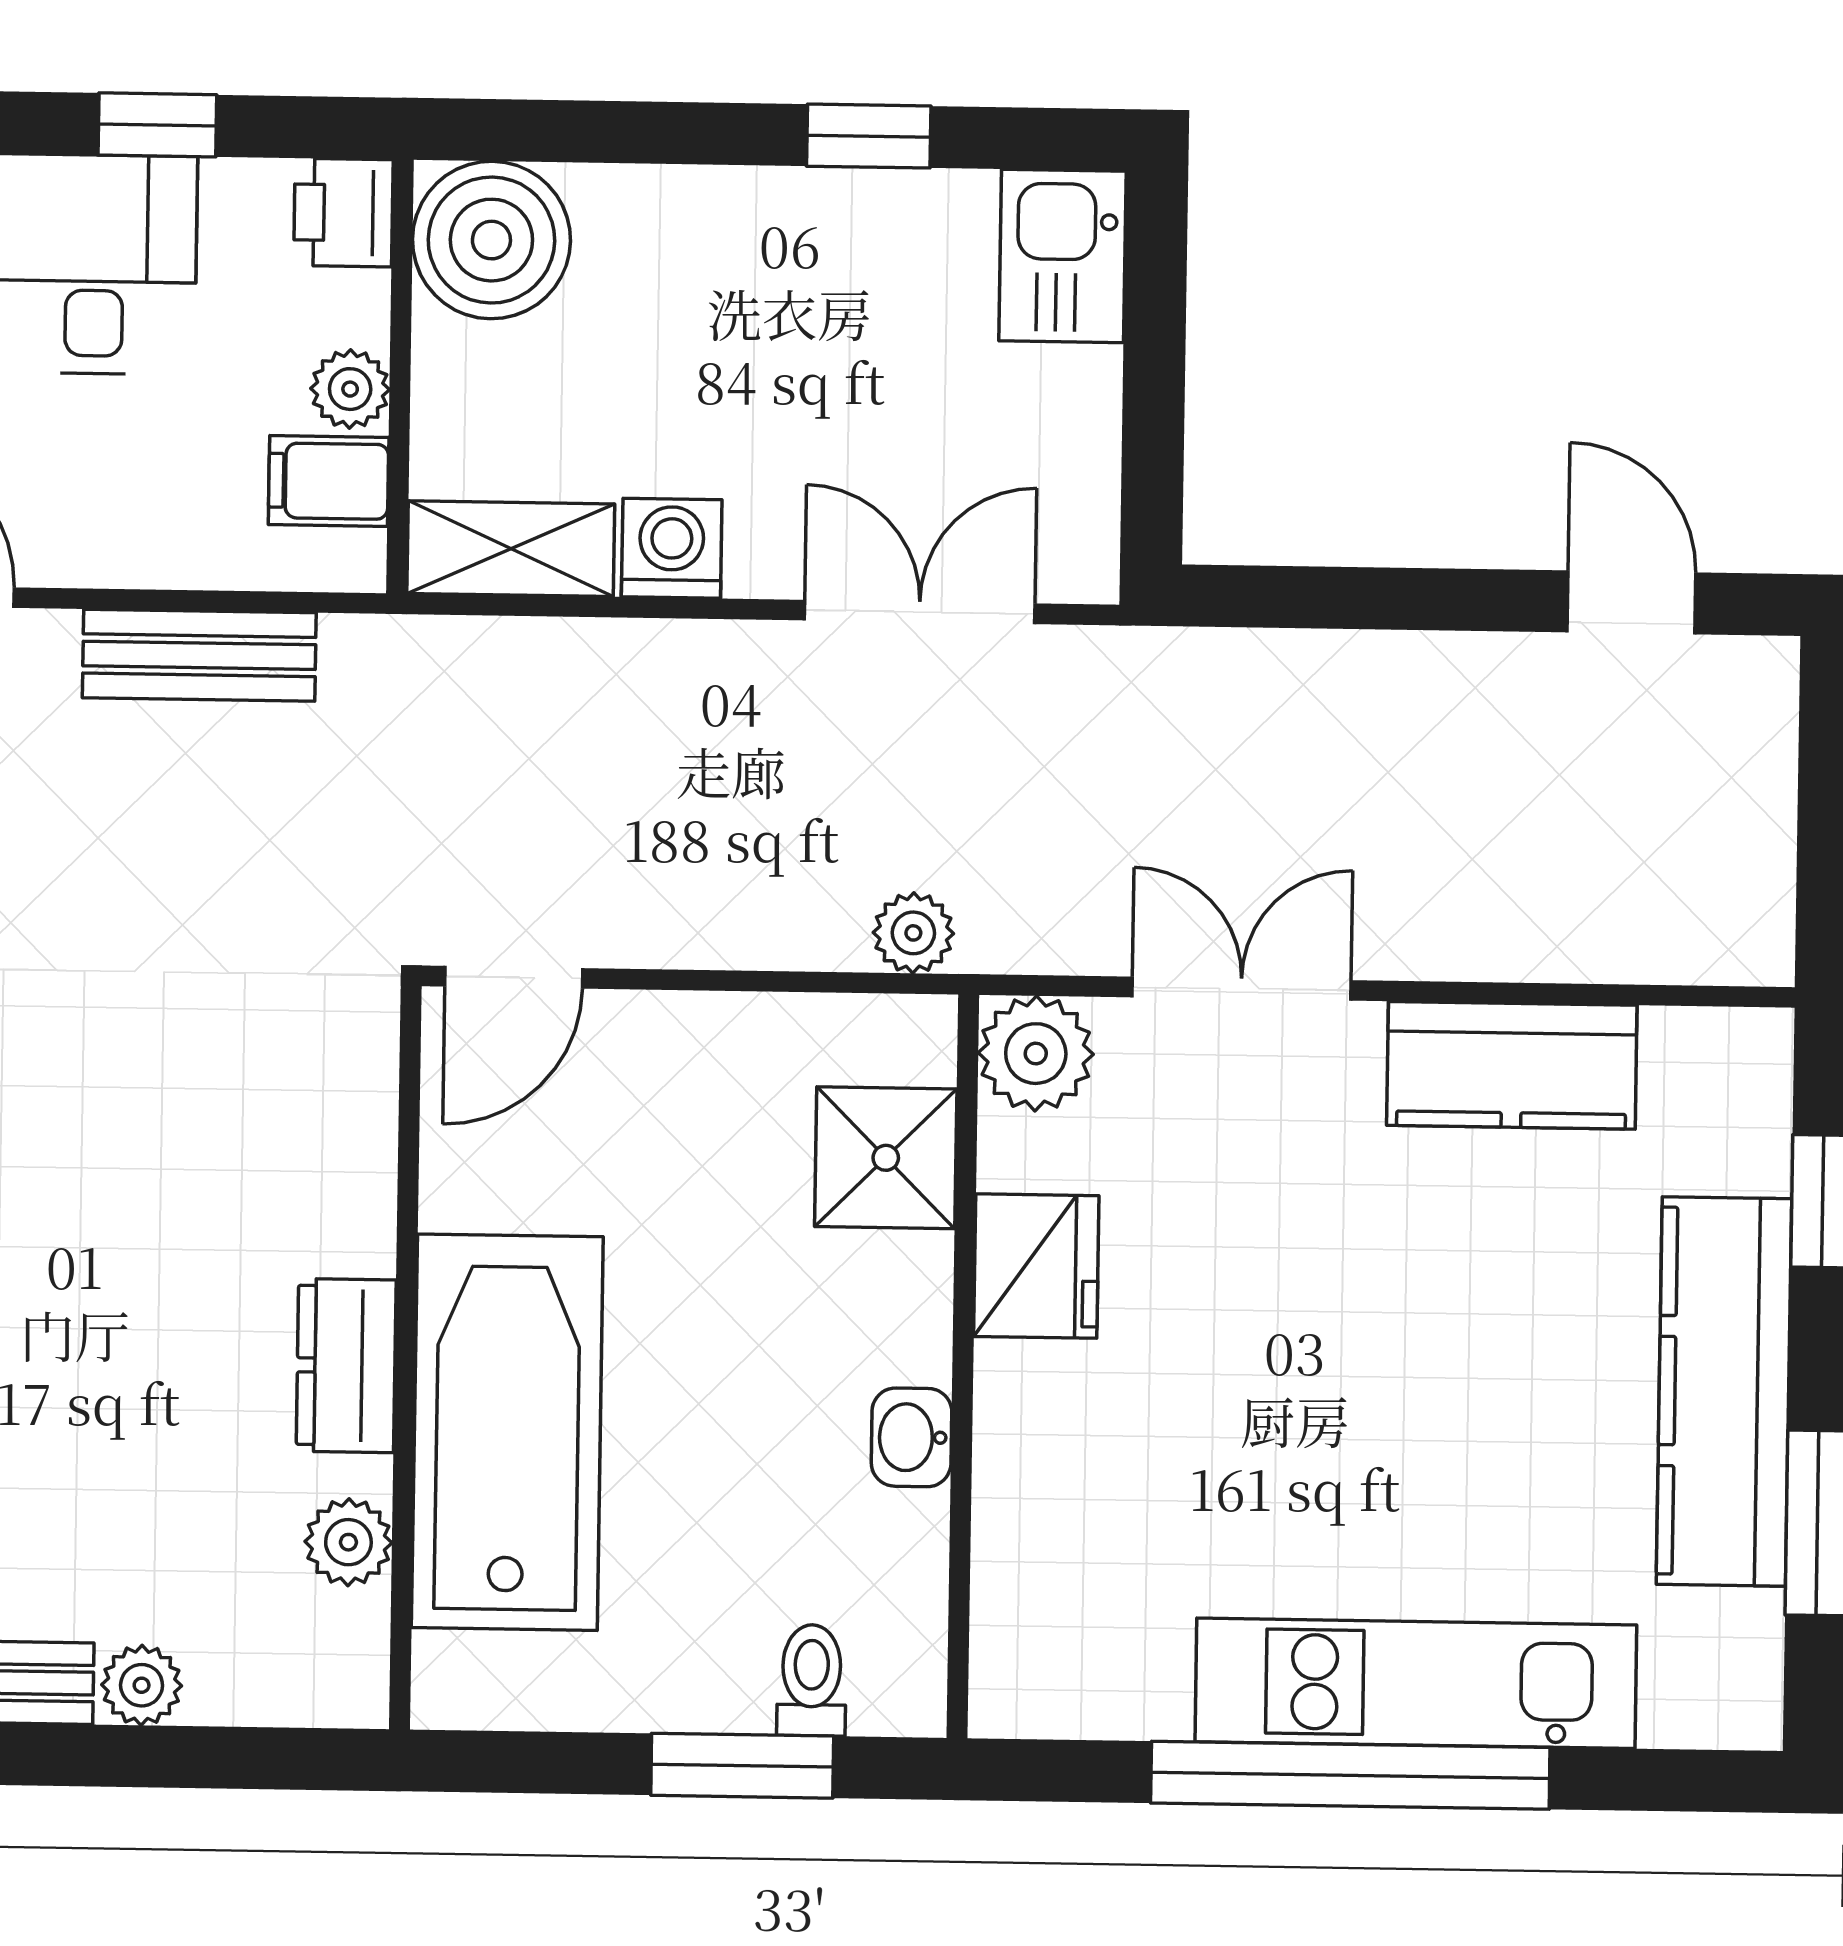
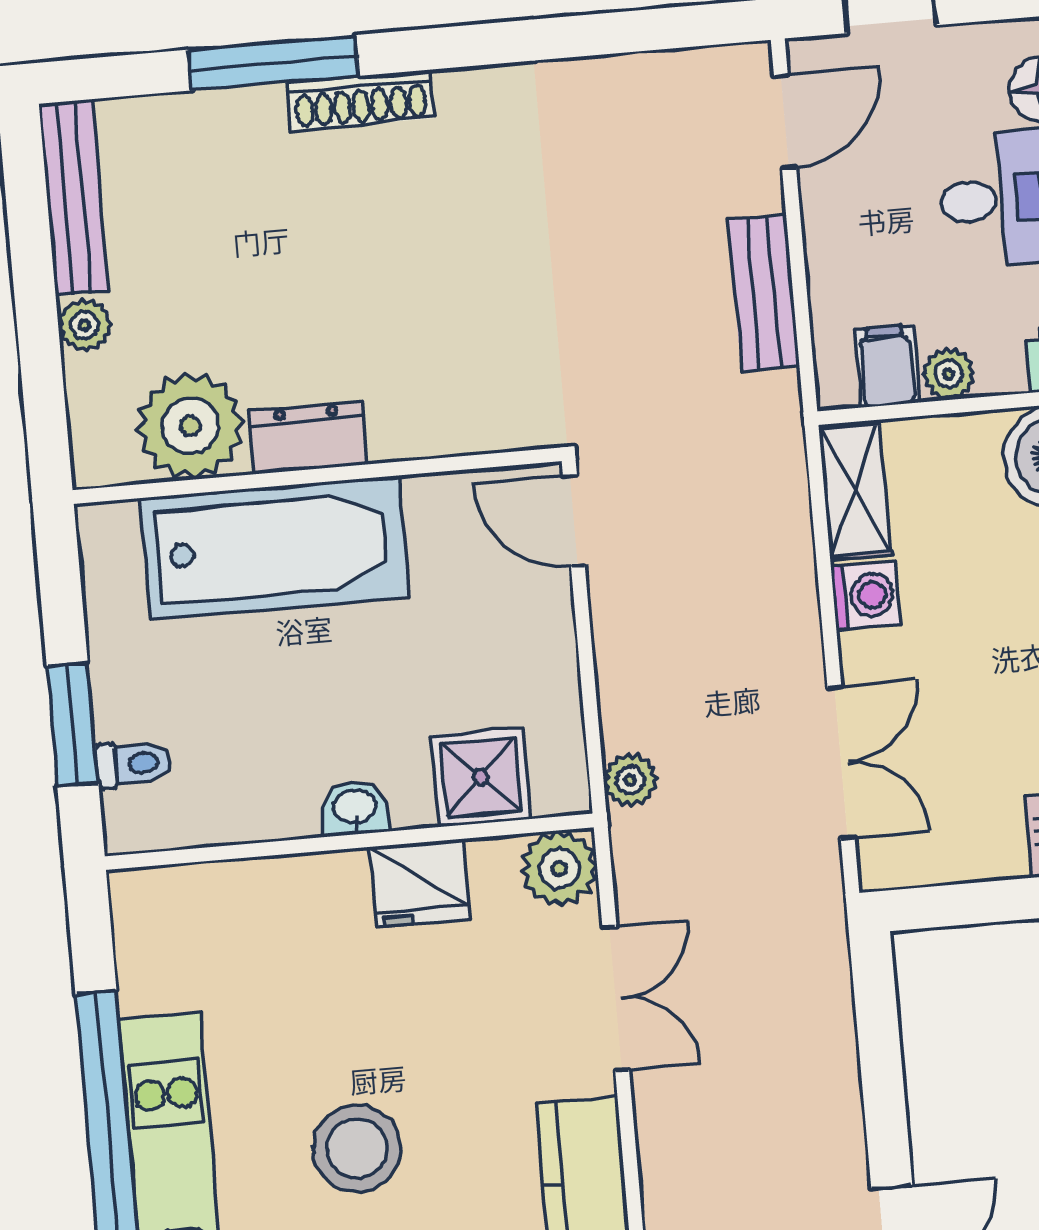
stool: (1427, 1403) -> (357, 1149), added
washbasin: (912, 1437) -> (355, 808), moved
plant: (348, 1542) -> (190, 426), width x1.87, depth x1.87

